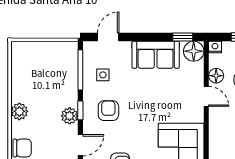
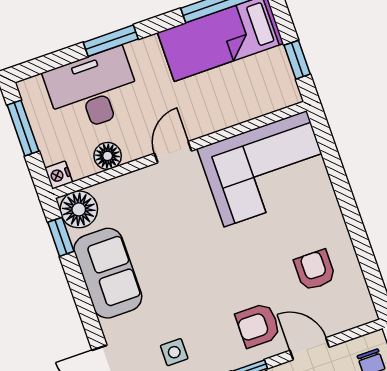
door: (206, 96) -> (173, 152), moved
armchair: (108, 111) -> (258, 325), moved

